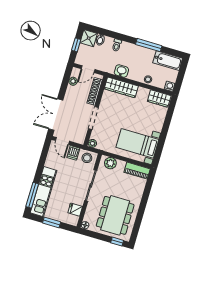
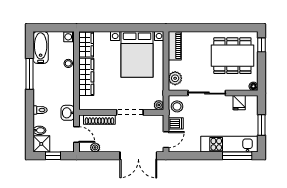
washbasin: (121, 71) -> (68, 113), moved
wardrobe: (121, 87) -> (86, 77), moved
bed with nightstands: (137, 143) -> (137, 54), width x1.36

